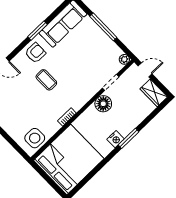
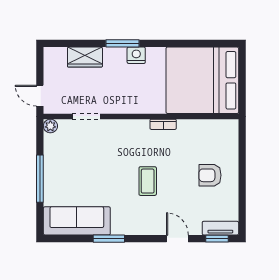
armchair: (35, 53) -> (210, 175), moved
wardrobe: (154, 93) -> (85, 57), moved, turned 90
floor lamp: (103, 104) -> (114, 102), removed
side table: (35, 138) -> (215, 134), removed

